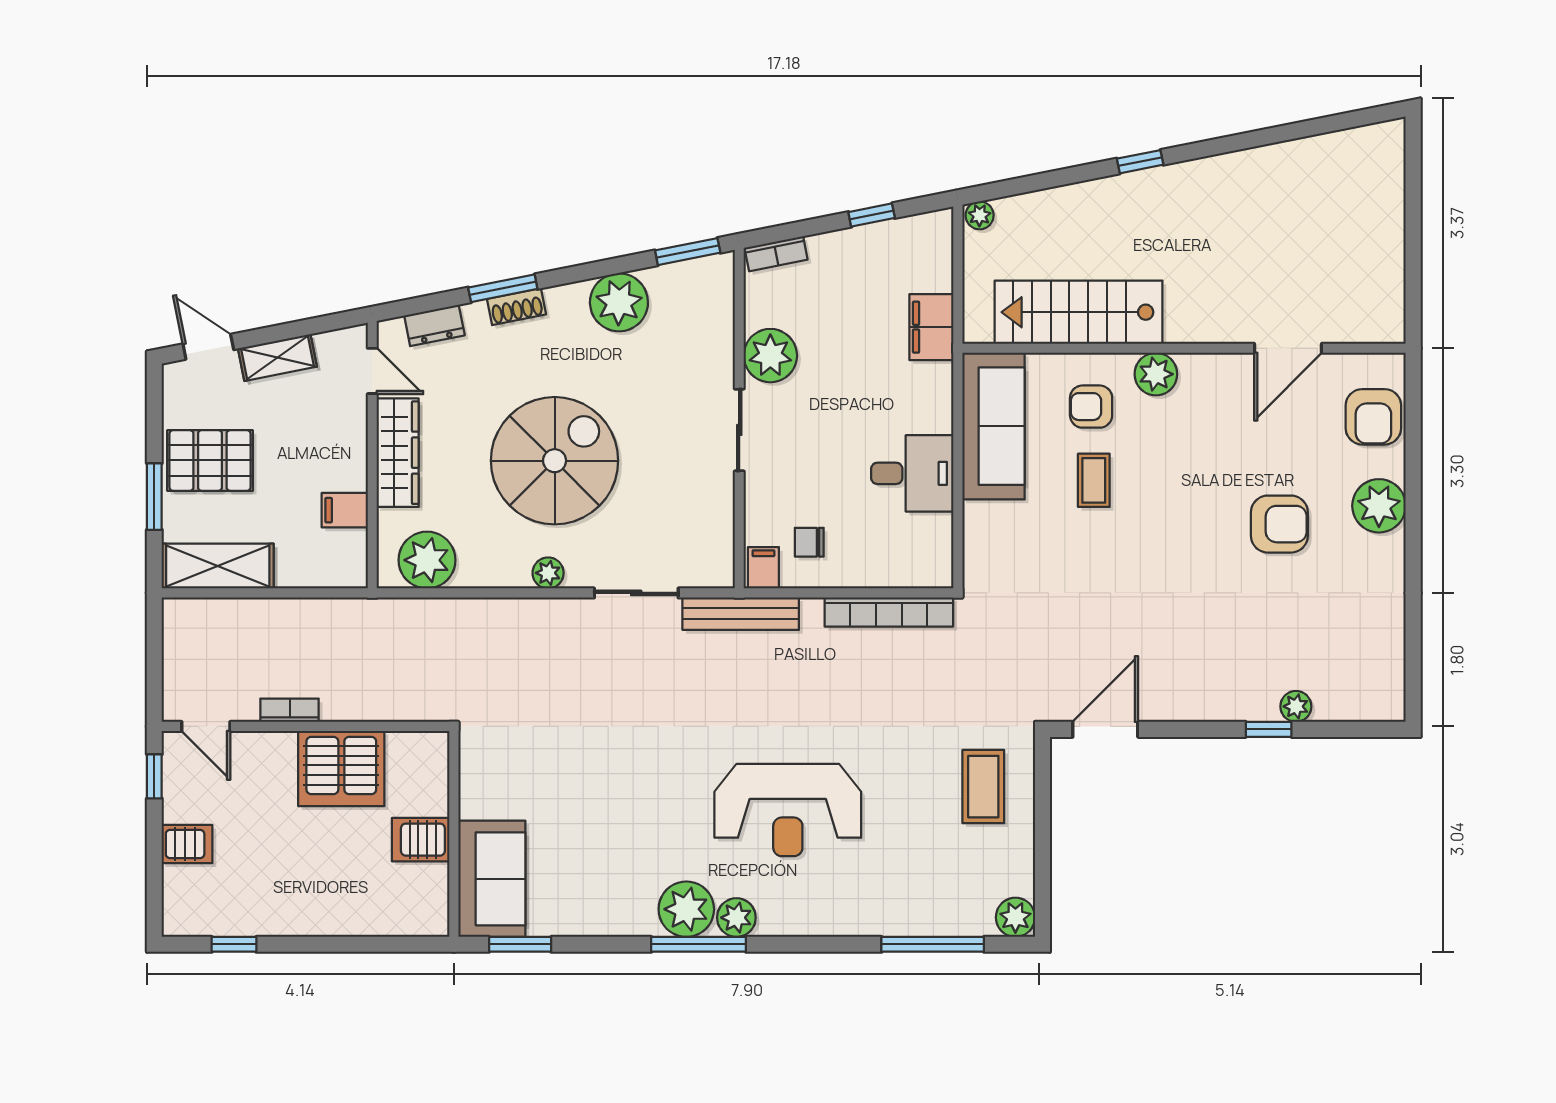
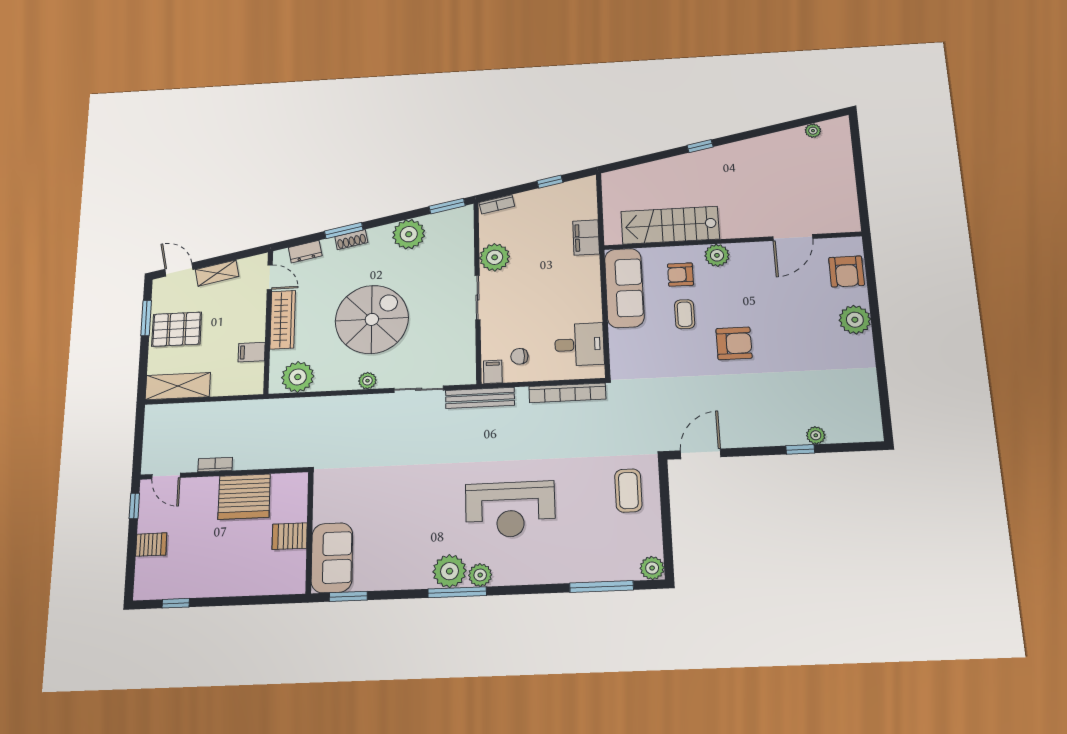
plant: (980, 215) -> (813, 131), moved
desk: (912, 473) -> (579, 344), moved
window: (154, 497) -> (146, 318), moved
armchair: (1279, 524) -> (734, 343), moved

